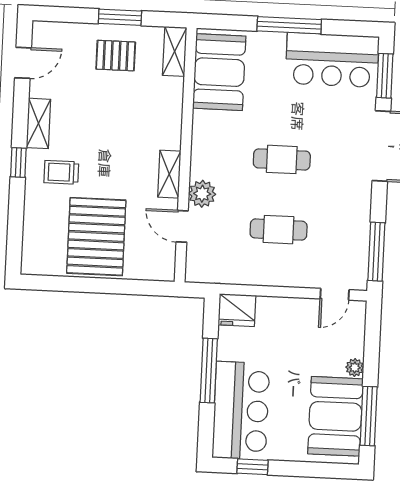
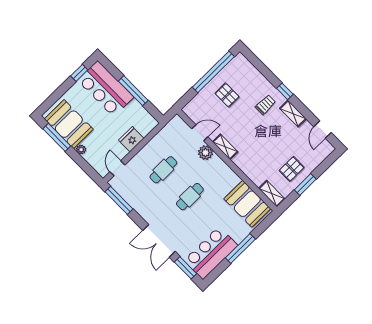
pallet: (96, 237) -> (227, 95), width x0.49, depth x0.50
window: (82, 285) -> (213, 72), added
fridge: (237, 310) -> (131, 139), moved

